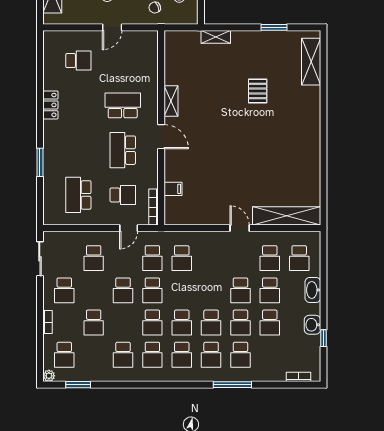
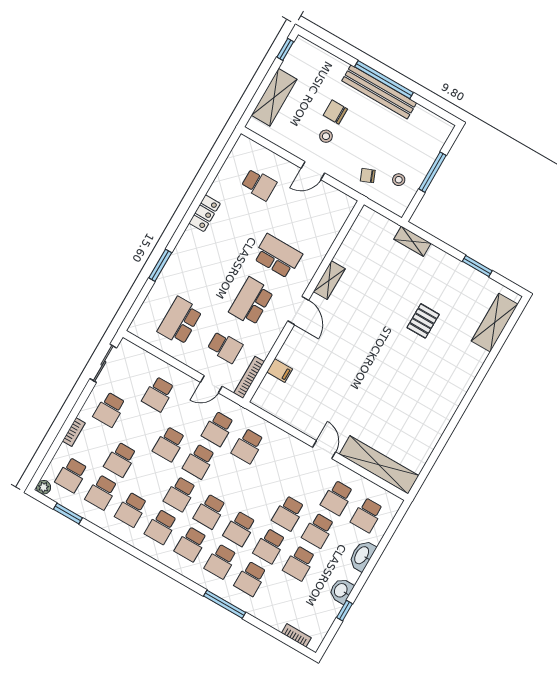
school desk: (94, 355) -> (101, 492), added

